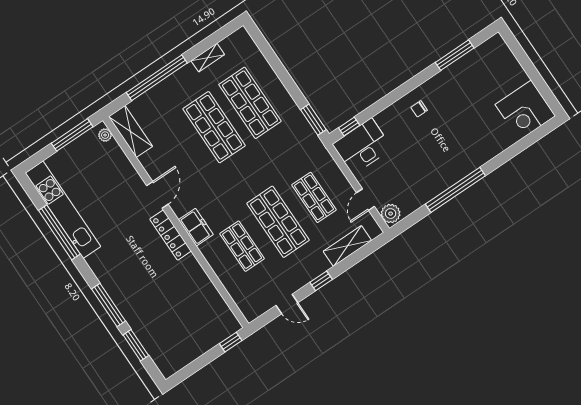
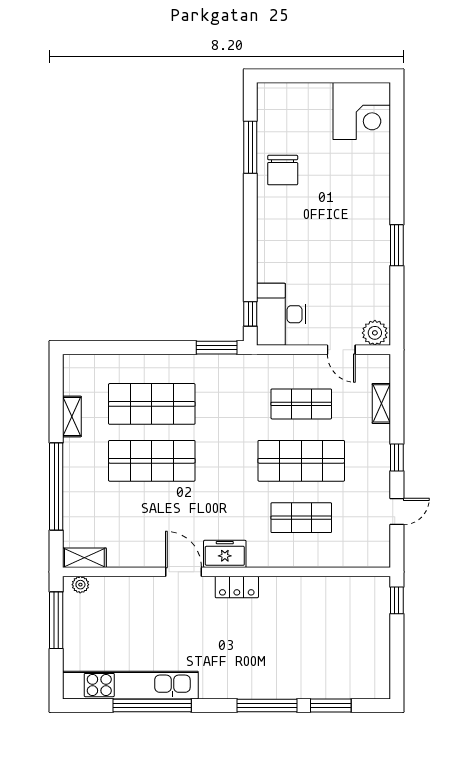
chair: (419, 109) -> (283, 170), moved, width x1.87, depth x1.87
shelving: (130, 132) -> (84, 558), width x0.67, depth x0.75
window: (455, 190) -> (397, 245), width x0.47
freezer: (196, 227) -> (225, 554), moved
locker: (171, 235) -> (237, 587), width x0.66
shelving: (347, 246) -> (381, 403), width x0.67, depth x0.75

